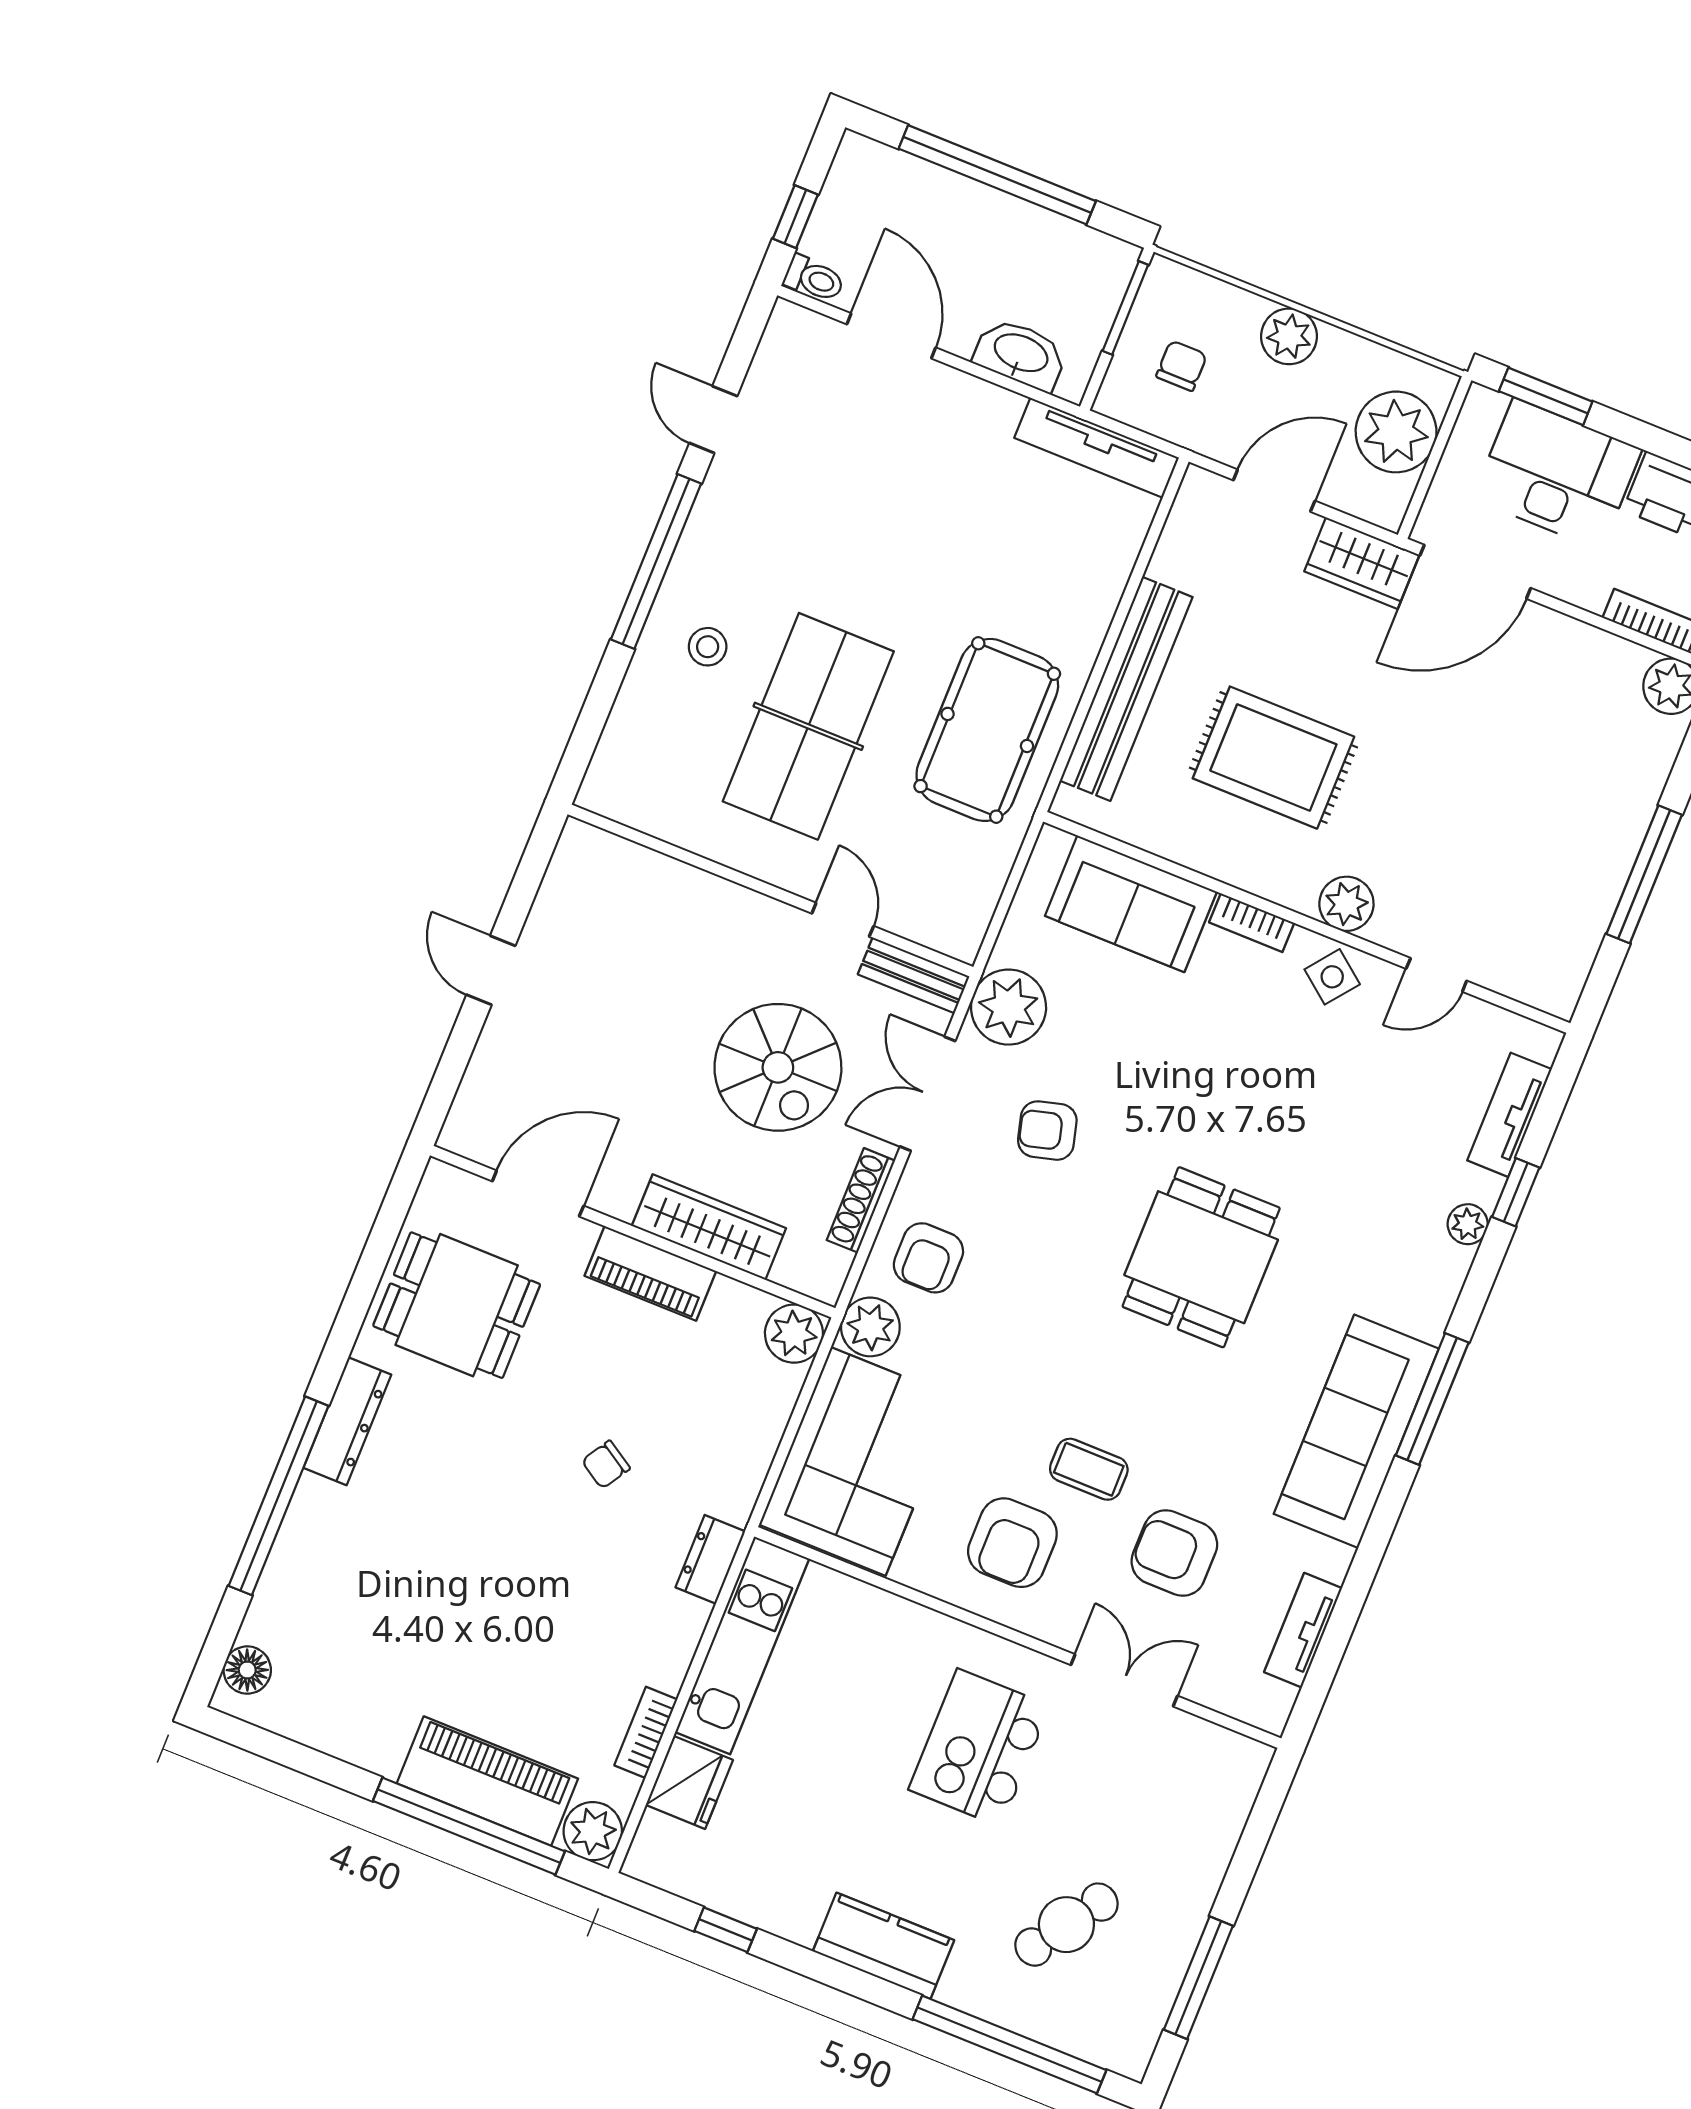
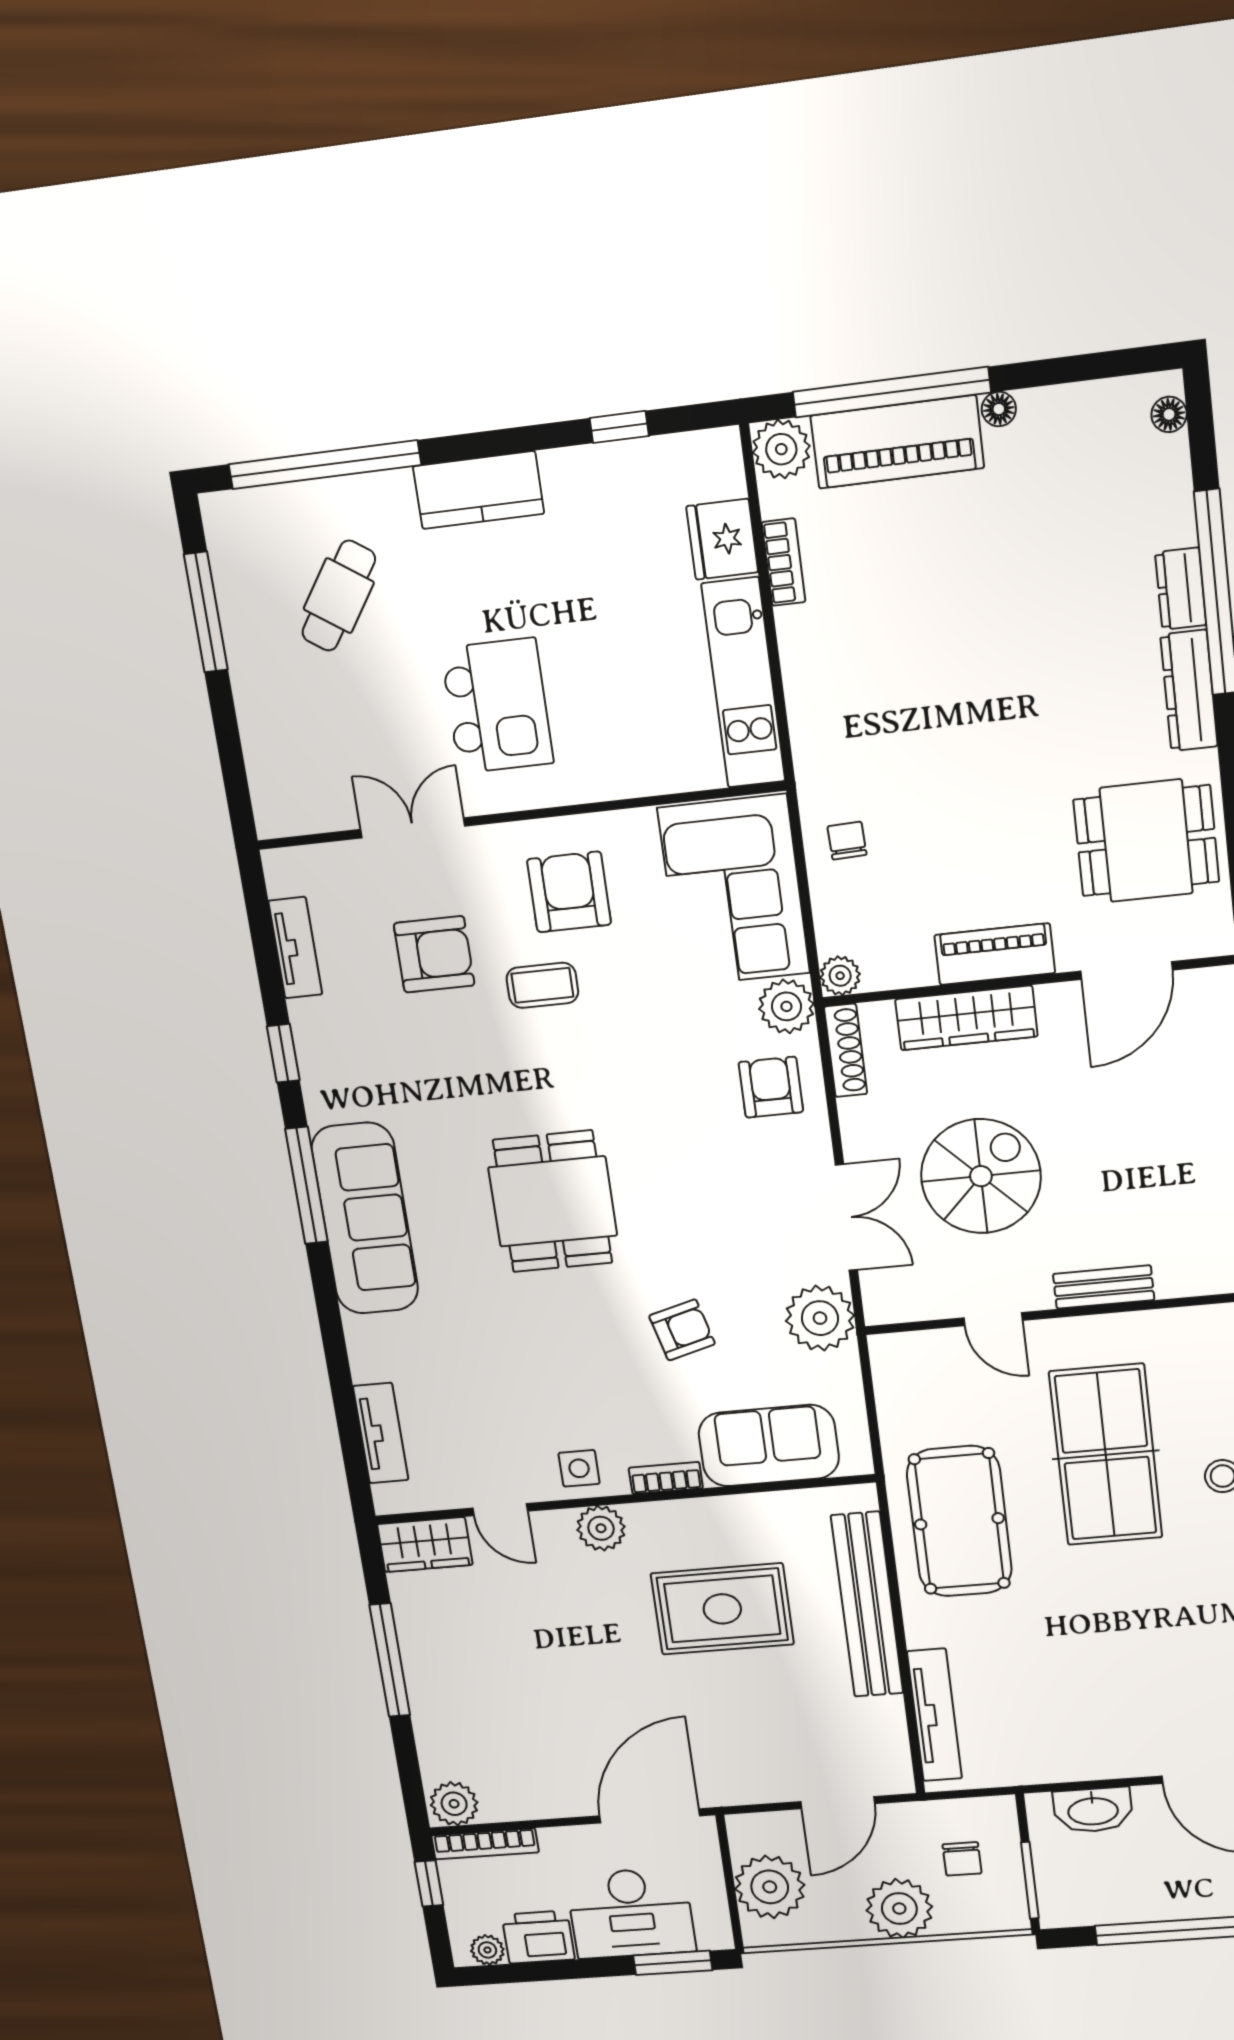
plant: (1289, 336) -> (899, 1909), width x1.36, depth x1.36
tv unit: (1097, 448) -> (935, 1715), moved, turned 90
wardrobe: (1362, 563) -> (425, 1545), moved, turned 180
bench: (914, 975) -> (1104, 1287), moved
door: (1436, 975) -> (500, 1510), swing flipped
side table: (1332, 977) -> (579, 1468), turned -38
spiral stairs: (778, 1067) -> (981, 1176), turned 90
armchair: (1047, 1131) -> (682, 1330), moved
window: (1516, 1192) -> (283, 1053), moved
shoe rack: (861, 1200) -> (846, 1050), moved
plant: (1468, 1224) -> (362, 1334), removed
plant: (794, 1334) -> (840, 976), width x0.73, depth x0.73
sofa: (1356, 1431) -> (365, 1219), moved
chair: (606, 1465) -> (847, 841), moved, turned -34
dresser: (710, 1559) -> (1181, 589), moved, turned 180
floor lamp: (247, 1670) -> (1169, 414), width x0.73, depth x0.73
double door: (1124, 1680) -> (413, 828), swing flipped
floor lamp: (383, 1760) -> (999, 409), added

